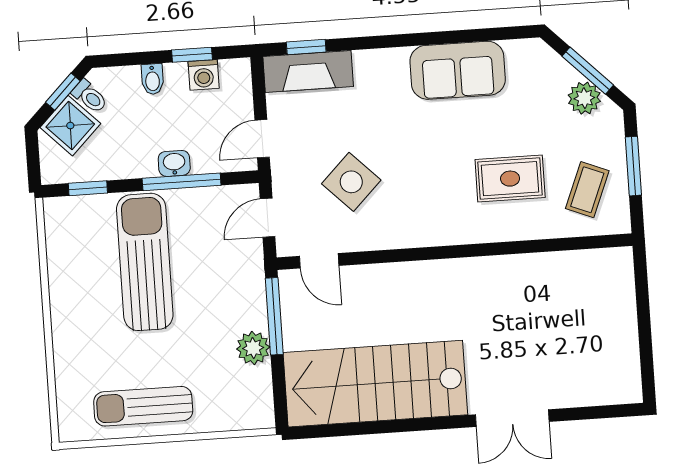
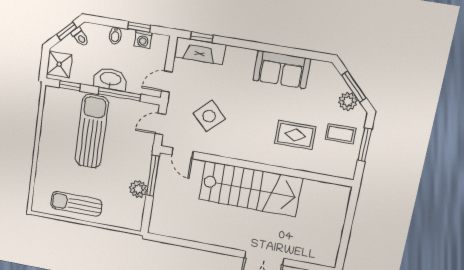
shower: (70, 126) -> (59, 64), moved, turned 45
washbasin: (174, 163) -> (110, 79), width x1.91, depth x1.45
coffee table: (587, 190) -> (341, 134), moved, turned 68
stairs: (375, 384) -> (250, 189), moved, turned 180

